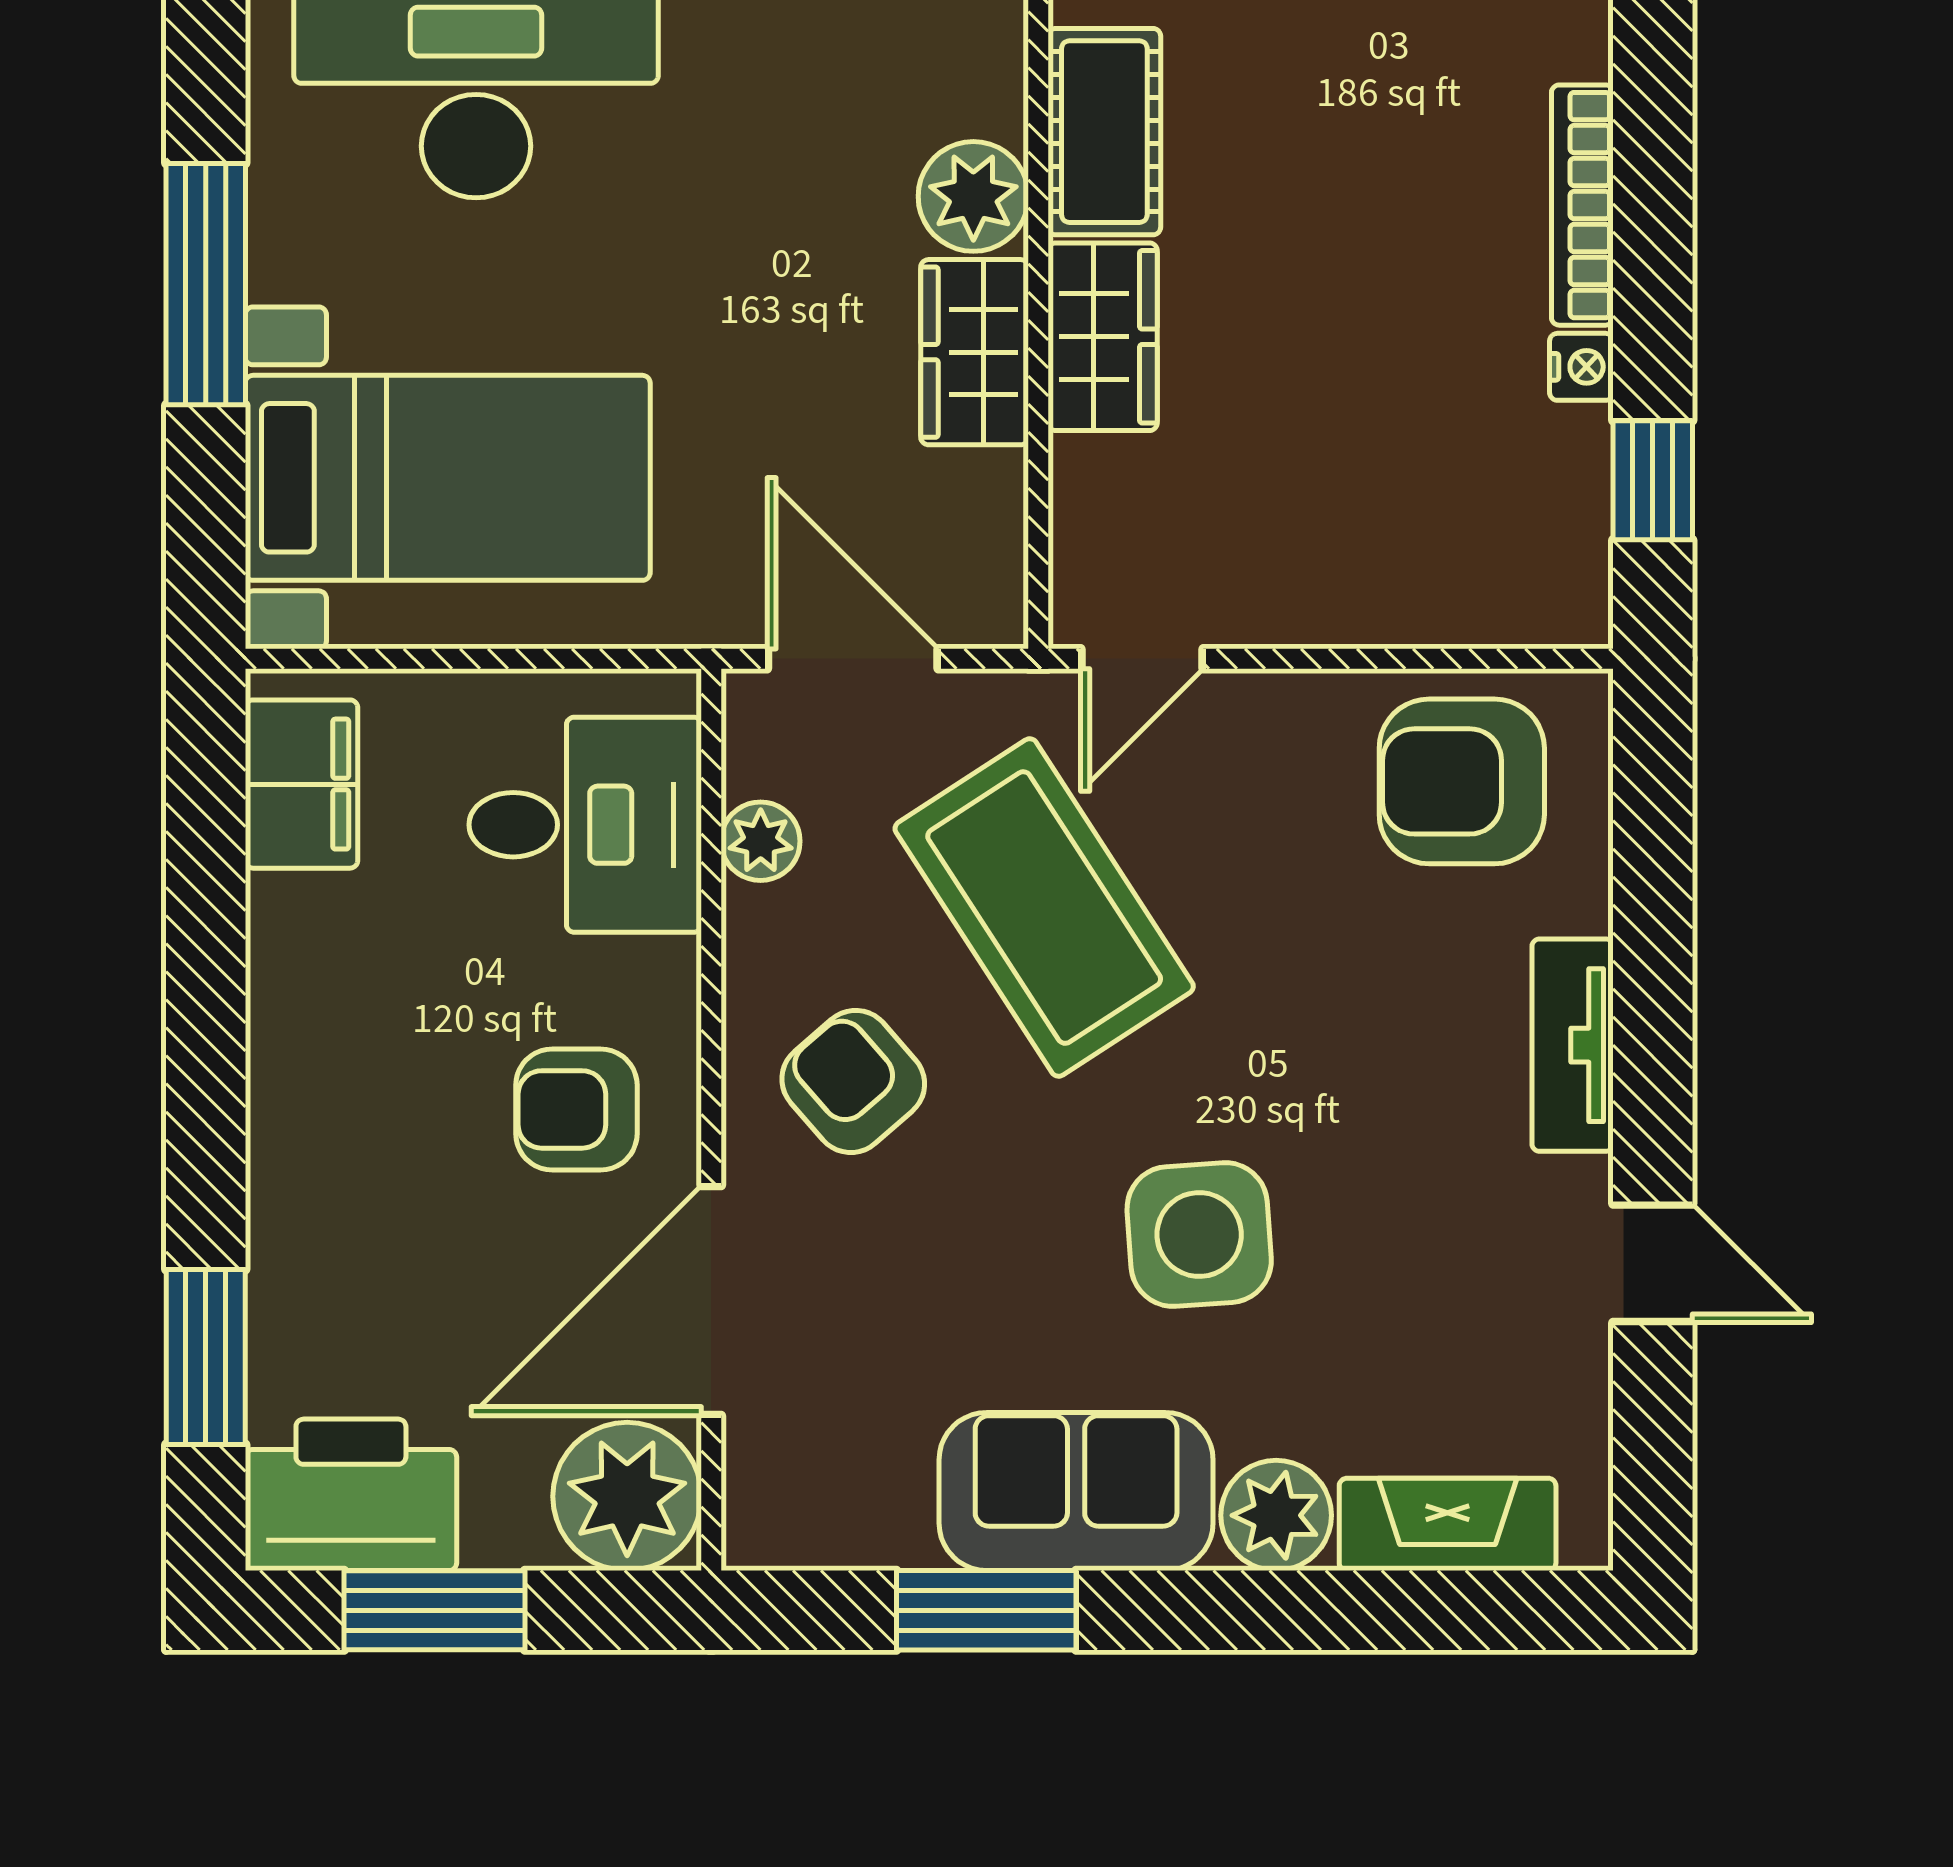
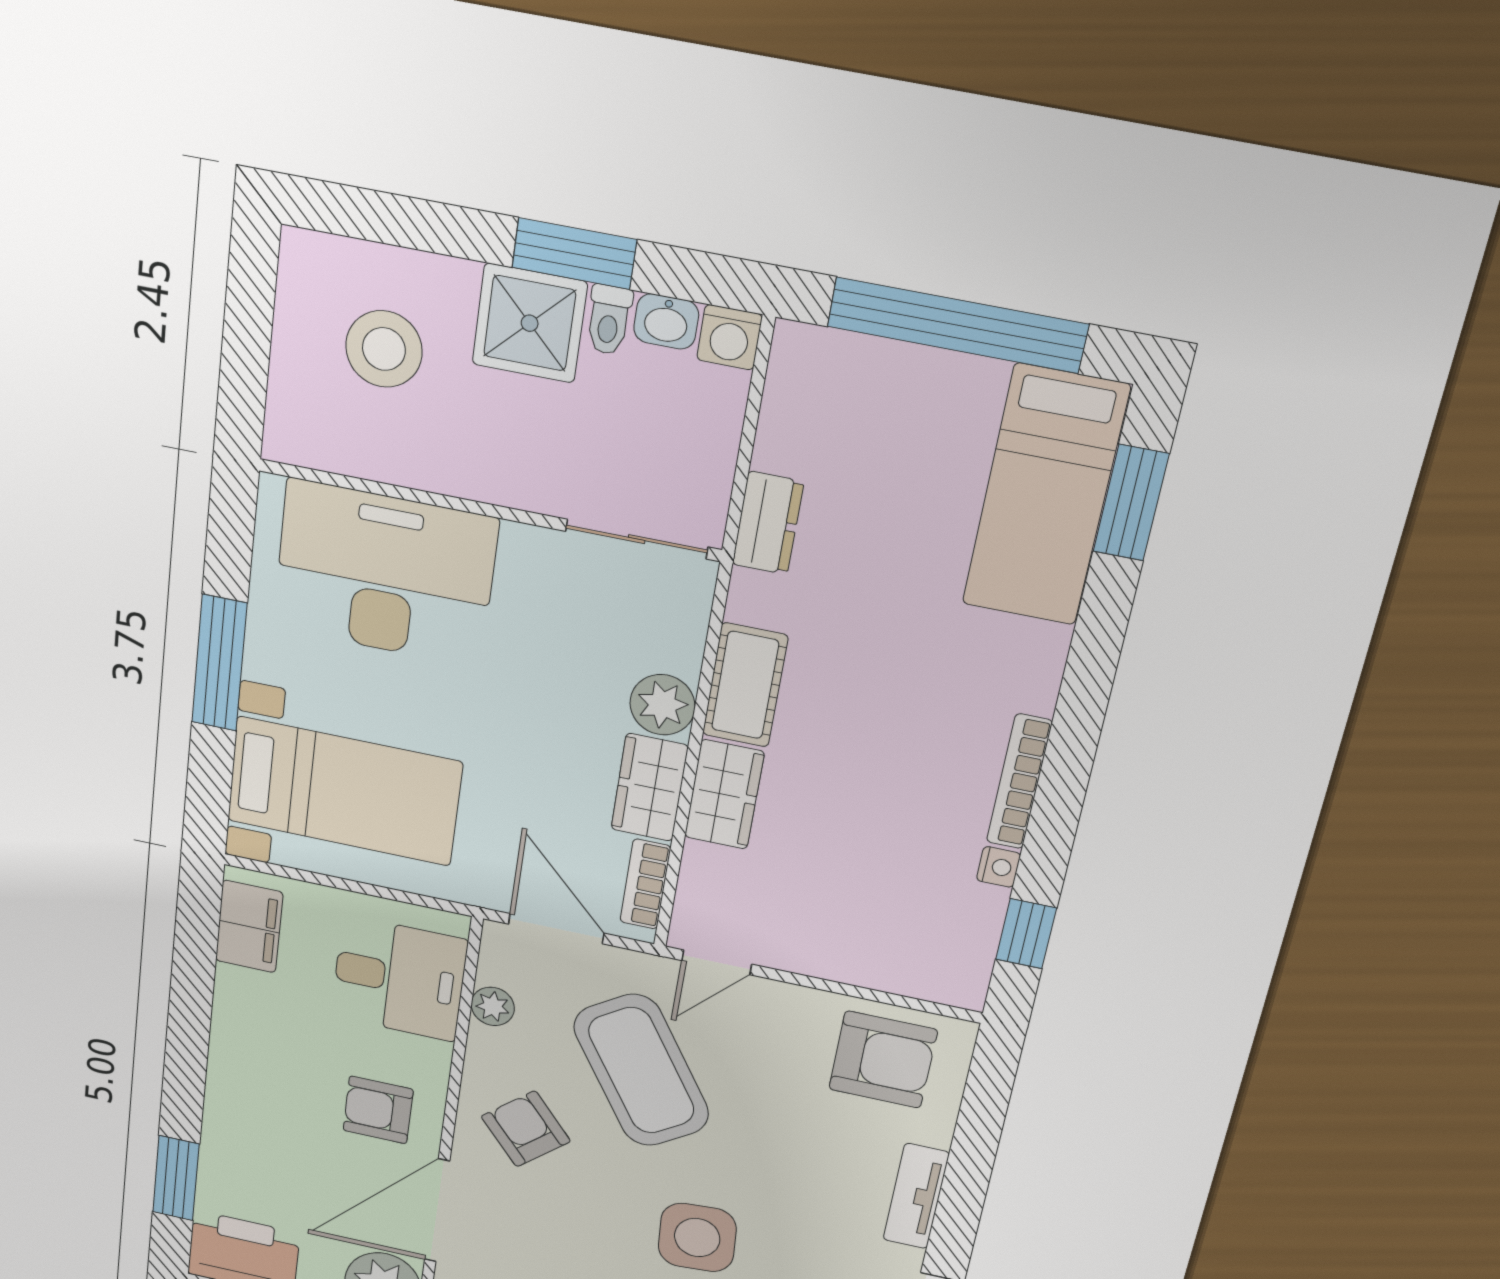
bookcase: (995, 536) -> (645, 884), added
armchair: (1462, 781) -> (883, 1060), turned 180

